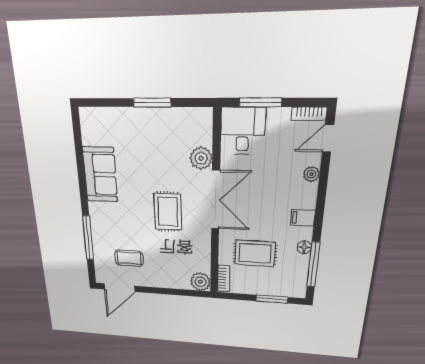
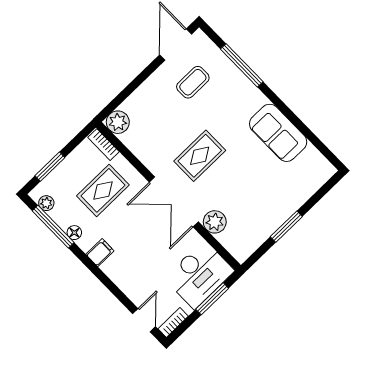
desk: (243, 131) -> (199, 275), width x1.37
plant: (311, 174) -> (46, 203), moved
rug: (168, 212) -> (200, 156), turned 90

